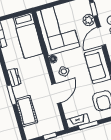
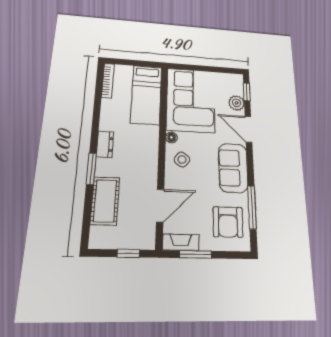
door: (101, 36) -> (248, 129), hinge flipped
door: (56, 93) -> (160, 206), moved

